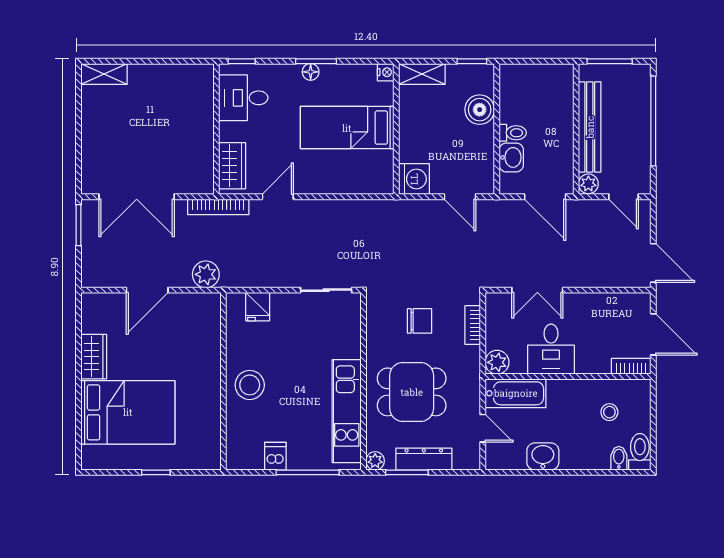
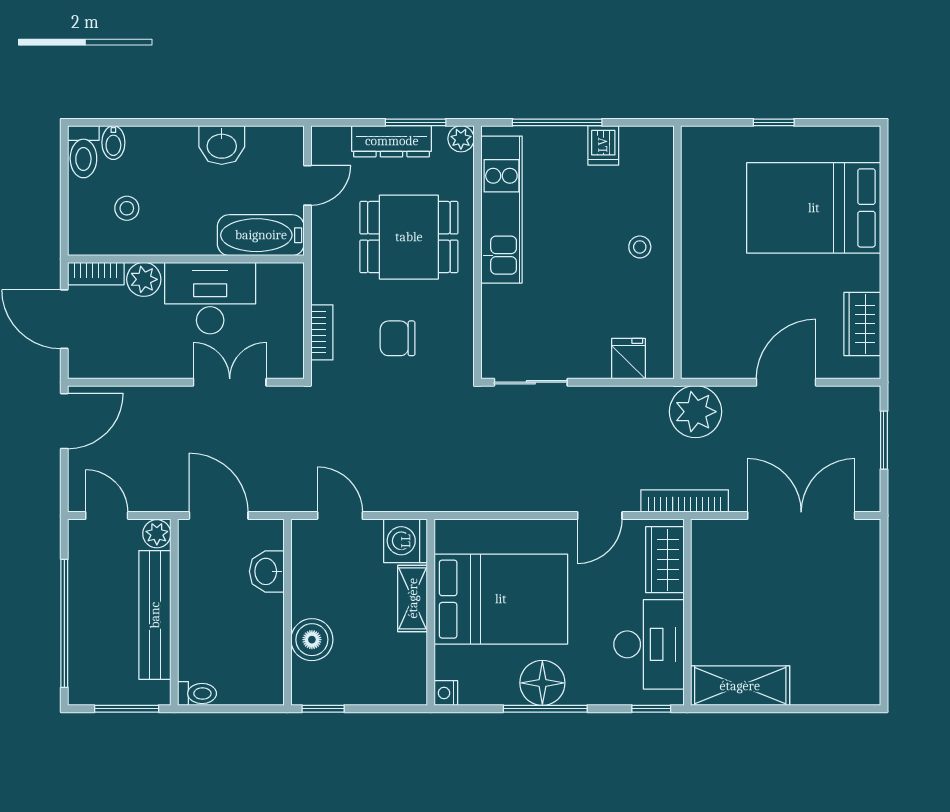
window: (316, 61) -> (545, 709), width x1.44
floor lamp: (311, 72) -> (542, 683), width x1.89, depth x1.89
shelving: (104, 74) -> (740, 686), moved, width x1.50, depth x1.33
shelving: (422, 74) -> (413, 598), moved, turned 90
desk: (243, 98) -> (649, 644), width x1.37
bed: (347, 128) -> (501, 599), width x1.50
toilet: (513, 133) -> (197, 693), moved, turned 180
window: (79, 225) -> (884, 440), moved
door: (653, 263) -> (64, 421), swing flipped
plant: (206, 274) -> (695, 412), width x1.36, depth x1.36
desk: (551, 349) -> (210, 298), width x1.37
wardrobe: (94, 357) -> (862, 324), moved
plant: (497, 362) -> (144, 279), moved
stool: (250, 385) -> (640, 247), width x0.53, depth x0.53
door: (483, 428) -> (308, 185), swing flipped

